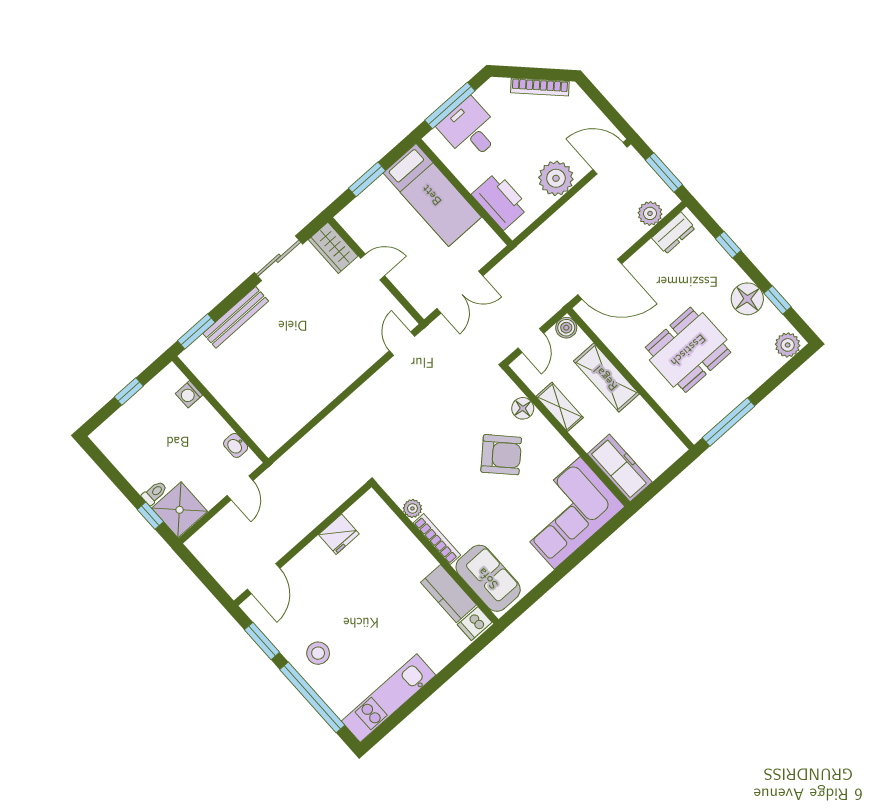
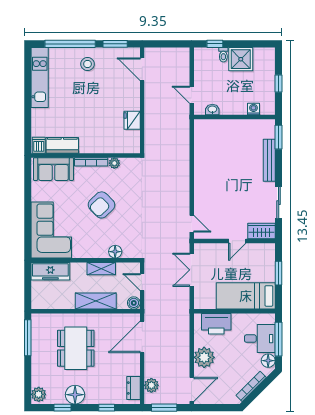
floor lamp: (488, 94) -> (268, 361), added
armchair: (501, 455) -> (102, 205), moved
shower: (180, 510) -> (241, 59), moved

